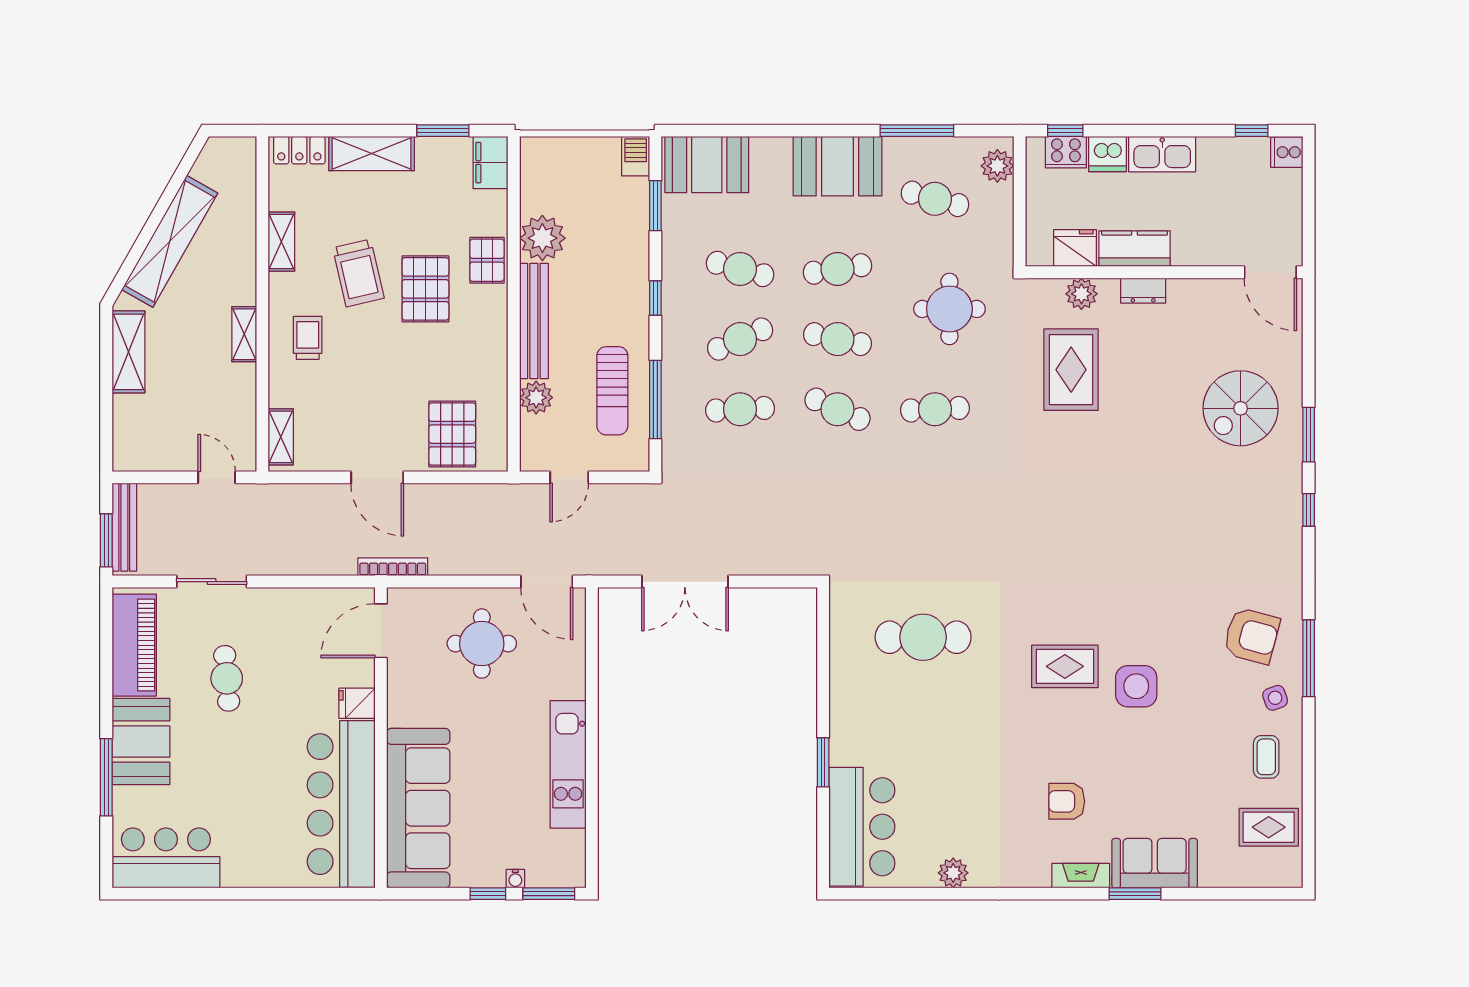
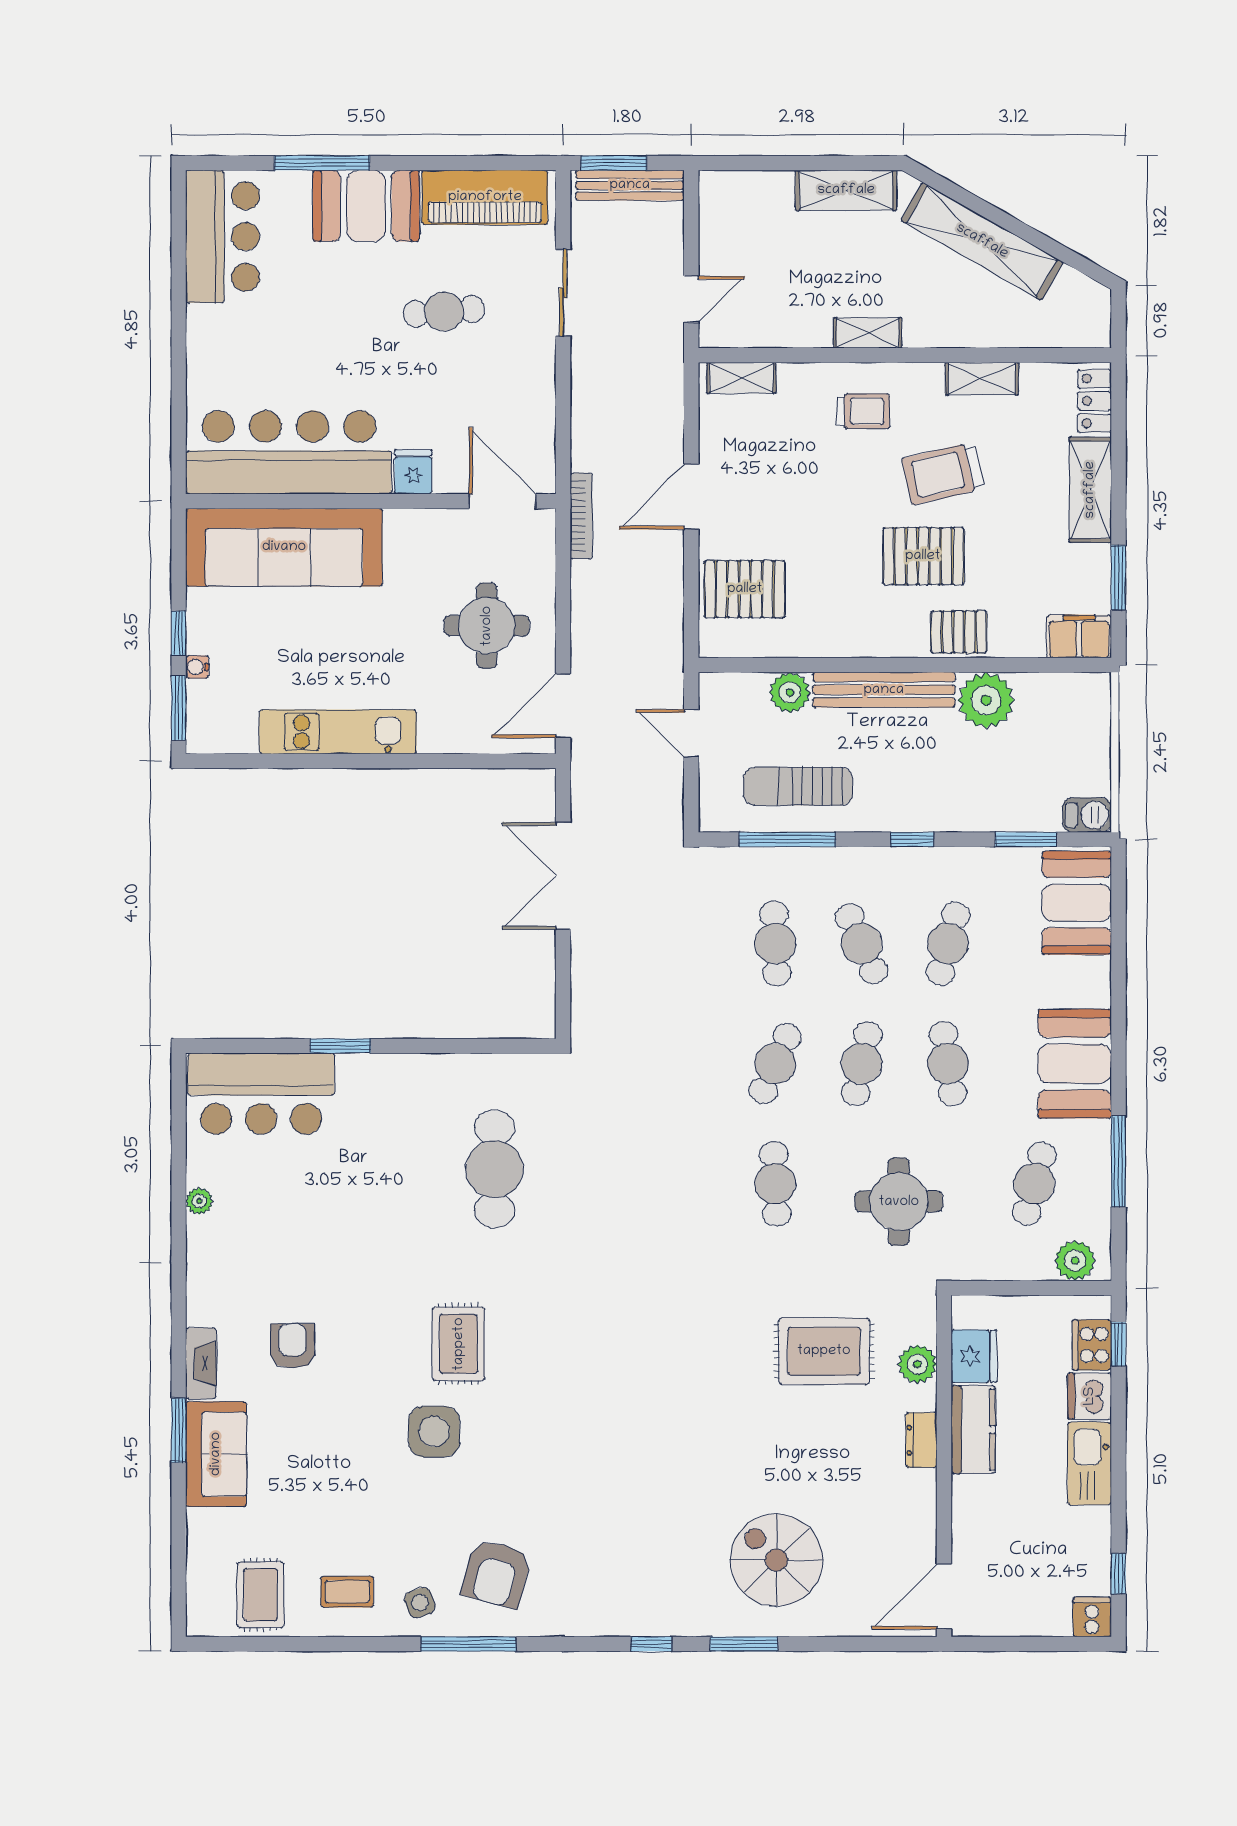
plant: (953, 873) -> (199, 1201), width x0.73, depth x0.73

